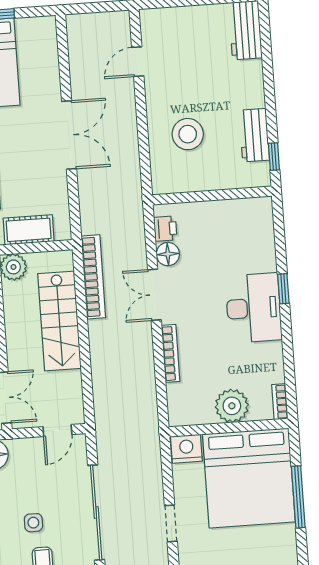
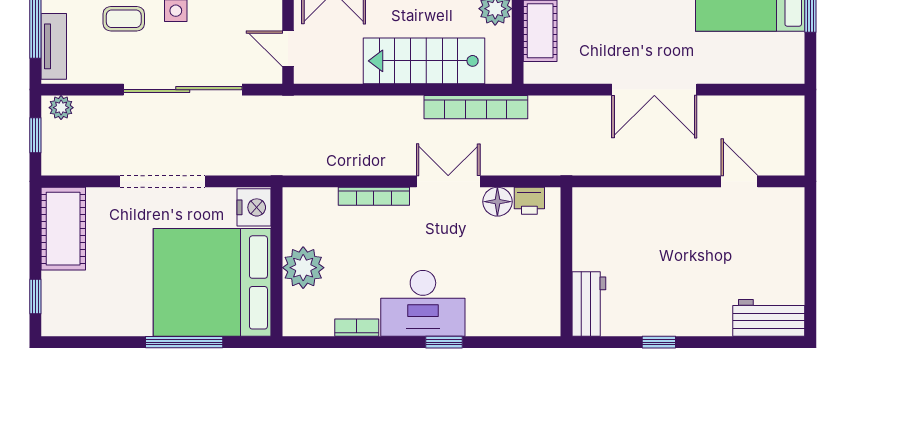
stool: (188, 134) -> (645, 237), removed
workbench: (254, 135) -> (589, 304), moved, turned 90
window: (274, 157) -> (659, 342), moved
bookcase: (280, 402) -> (357, 328), moved
doorway: (171, 523) -> (163, 181), width x1.88

